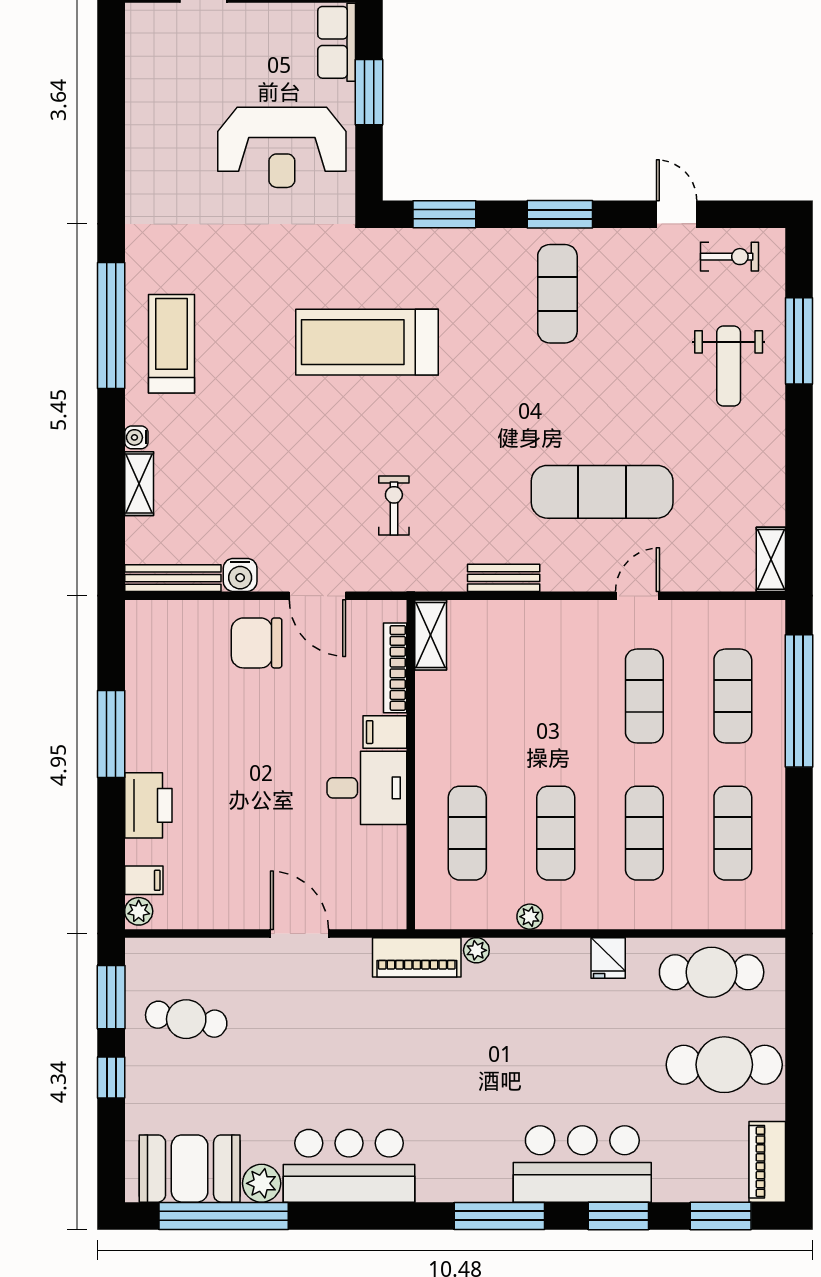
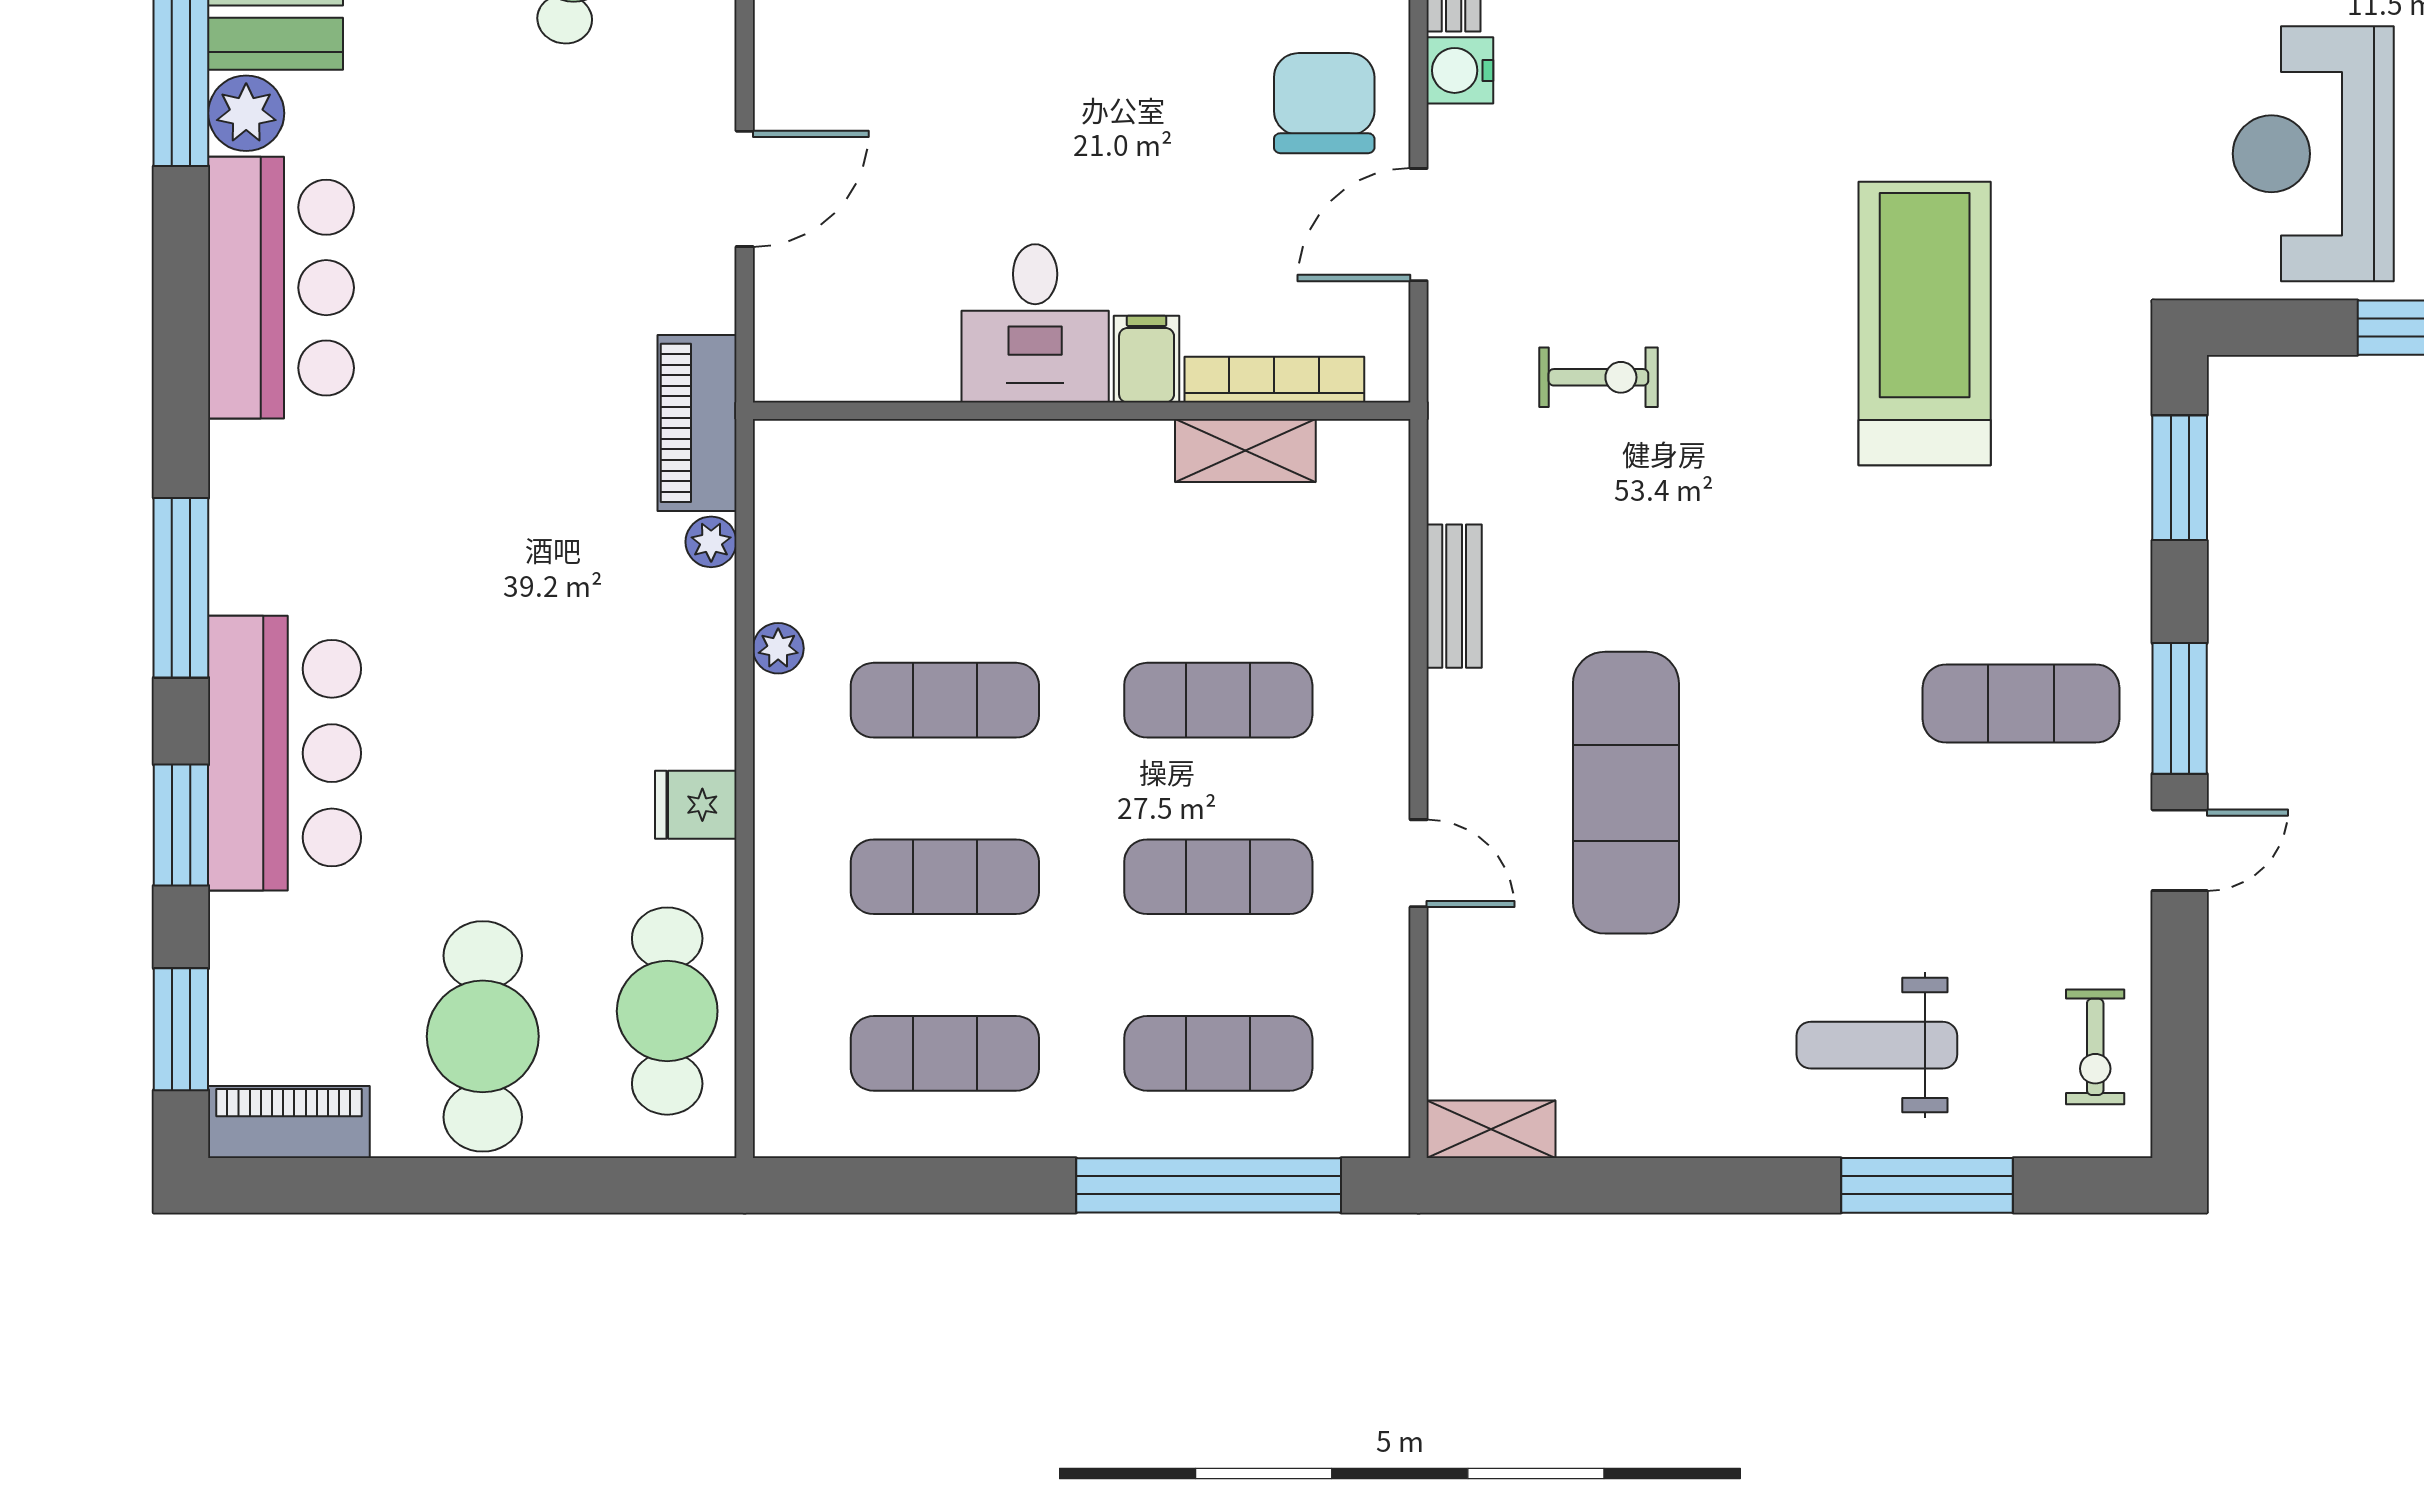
door: (677, 214) -> (2180, 850), moved
shelving: (431, 635) -> (1245, 450), moved
exercise mat: (467, 833) -> (1218, 700), moved

